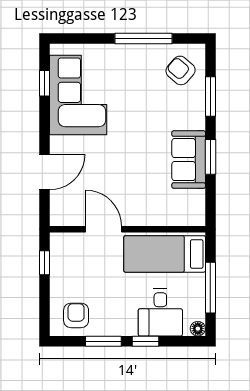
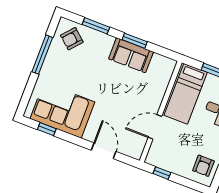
armchair: (76, 315) -> (203, 166), turned -90

